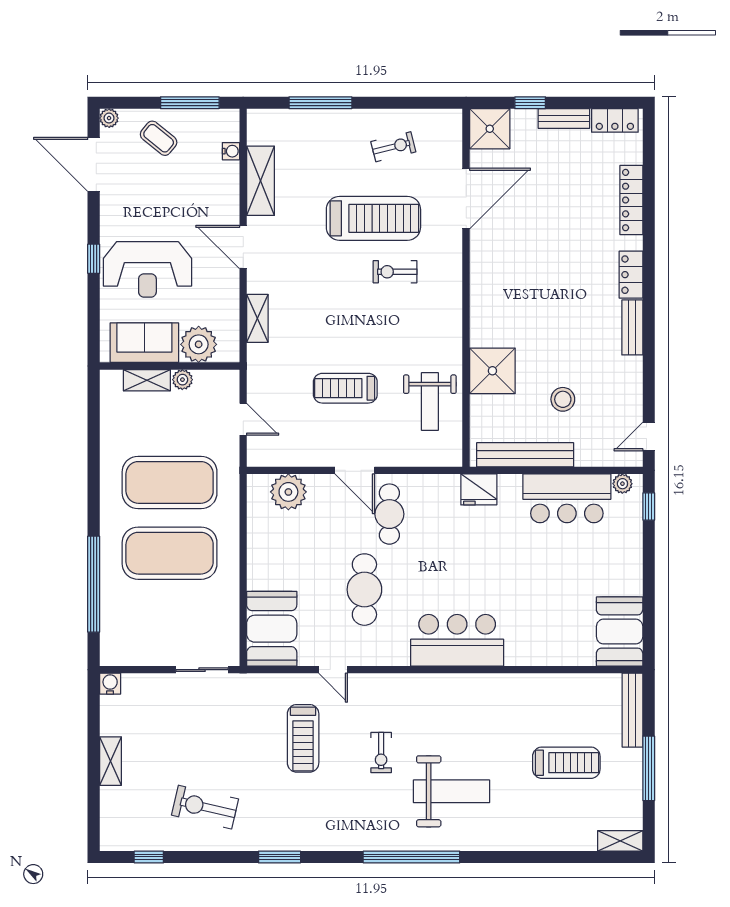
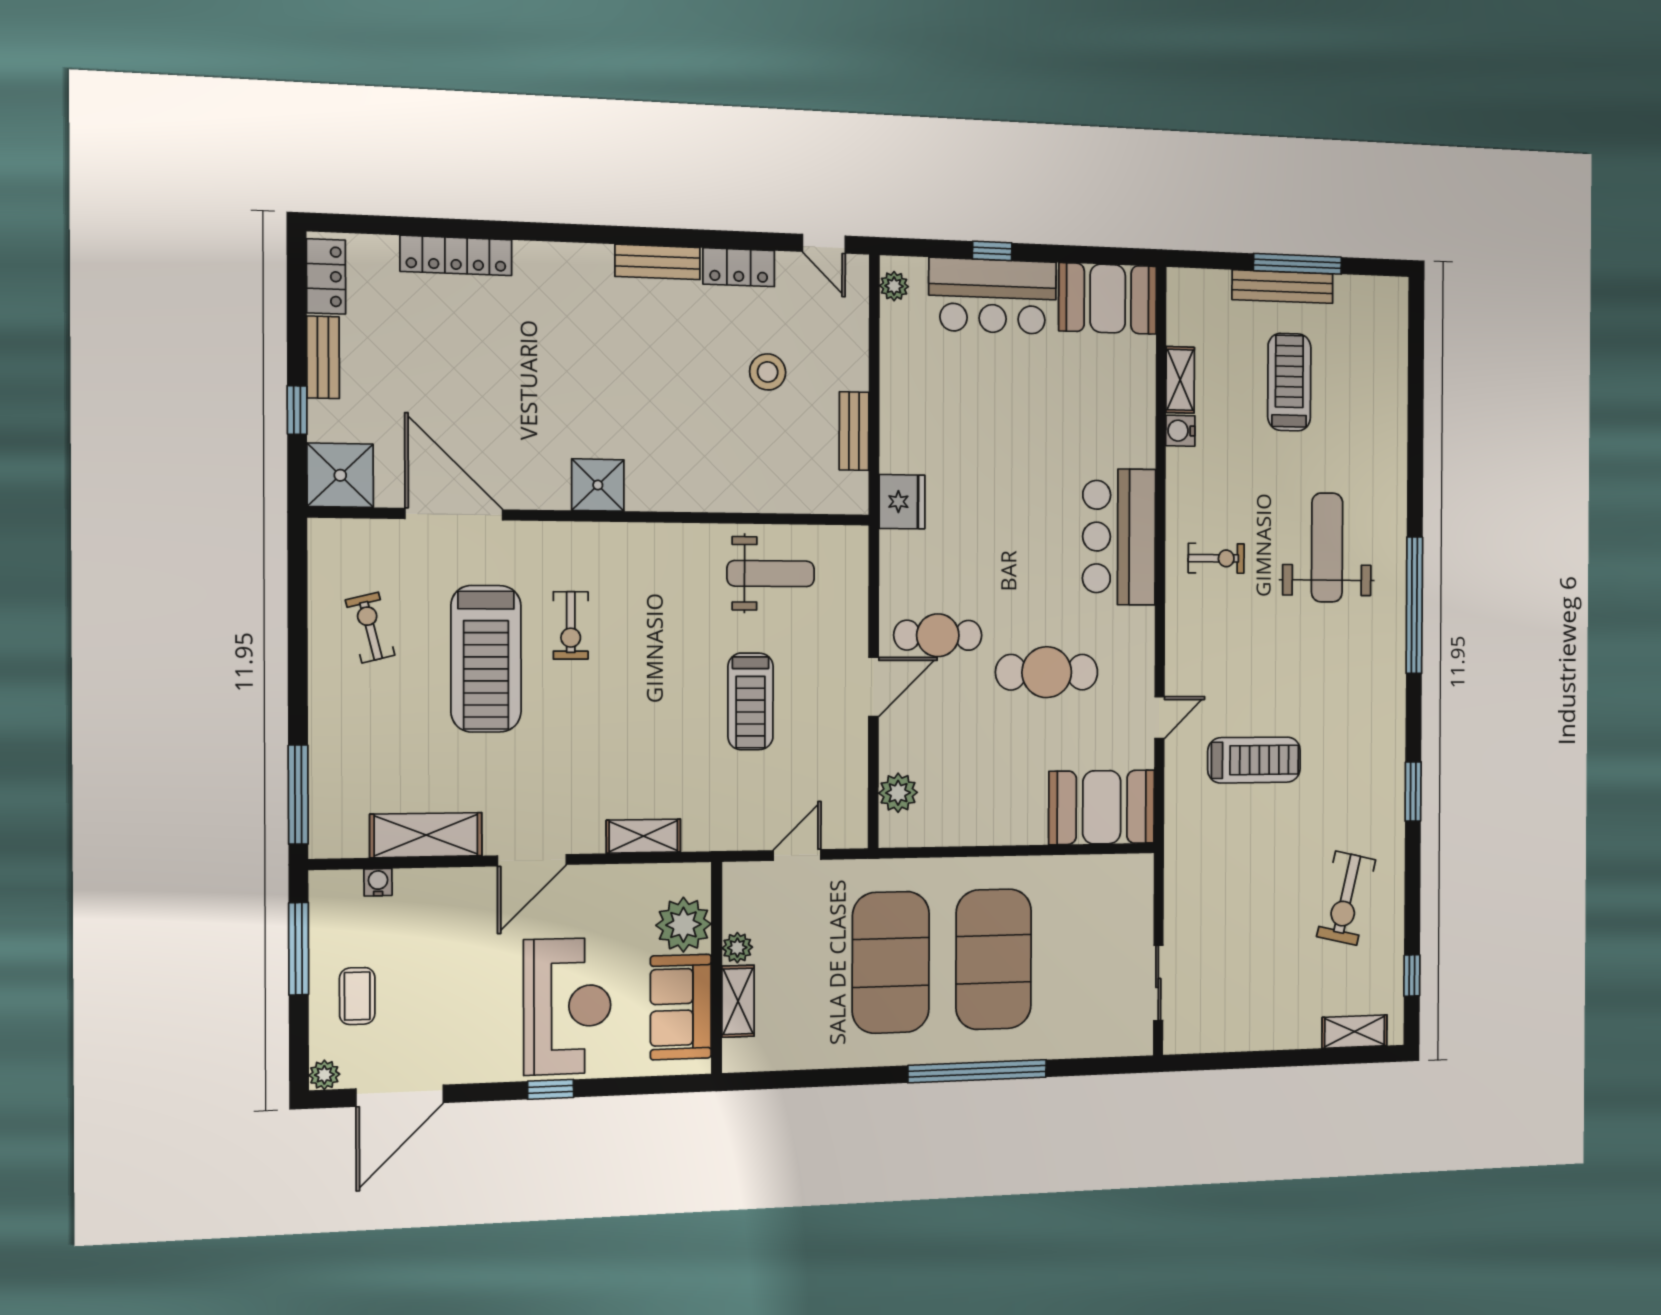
window: (320, 103) -> (298, 795), moved
coffee table: (159, 138) -> (357, 996), turned -39
treadmill: (373, 218) -> (486, 659), turned 180
locker: (631, 275) -> (739, 267), moved
shower: (492, 371) -> (598, 485), moved, width x0.73, depth x0.73
bench: (525, 455) -> (854, 431), width x0.54, depth x0.82
plant: (288, 492) -> (898, 793), width x0.73, depth x0.73
bar counter: (567, 498) -> (993, 296), moved, turned 90
window: (649, 506) -> (992, 251), moved
window: (94, 584) -> (977, 1071), moved
sliding door: (202, 670) -> (1158, 983), moved
water cooler: (110, 684) -> (1180, 431), moved
bench: (632, 710) -> (1283, 287), moved
exercise bike: (381, 753) -> (1216, 558), moved
shelving: (111, 761) -> (1355, 1032), moved
shelving: (620, 841) -> (1180, 380), moved

